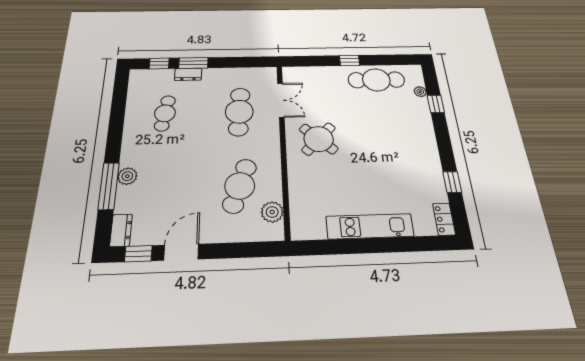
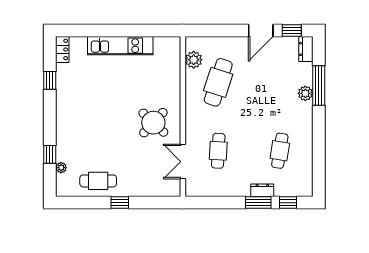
cafe table: (376, 80) -> (98, 181), width x0.73, depth x0.74
cafe table: (239, 112) -> (218, 151), width x0.73, depth x0.74

